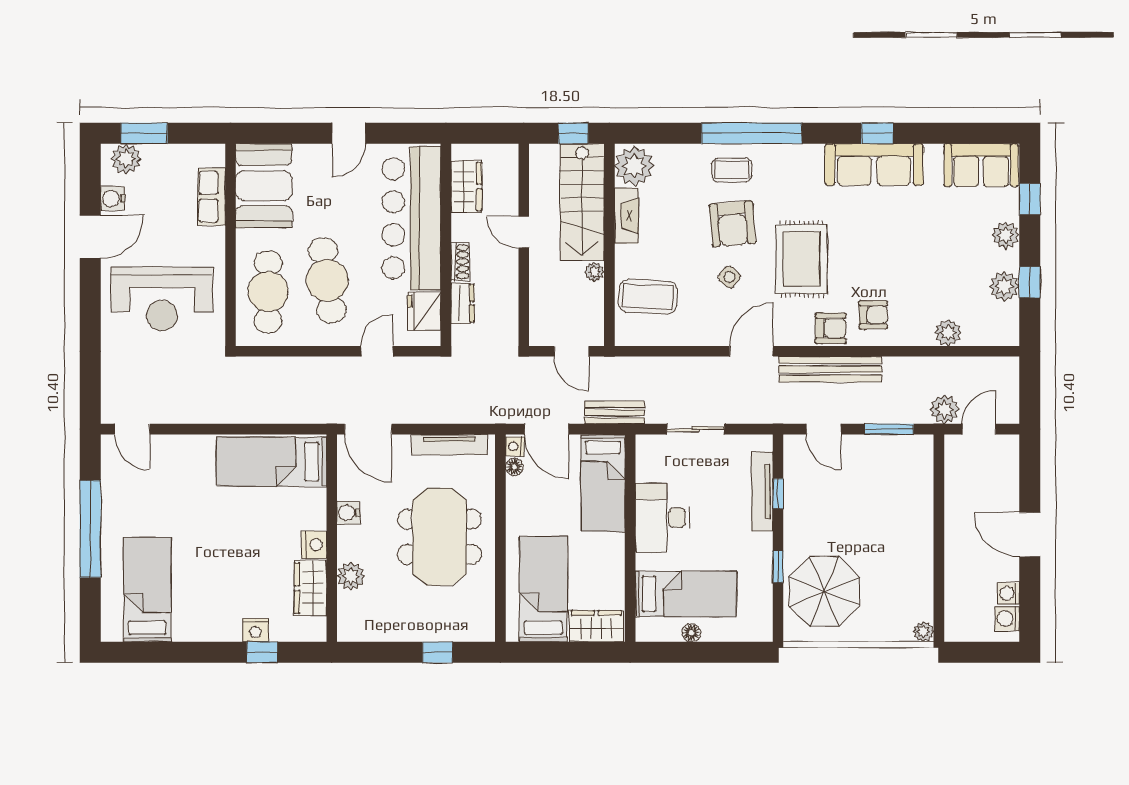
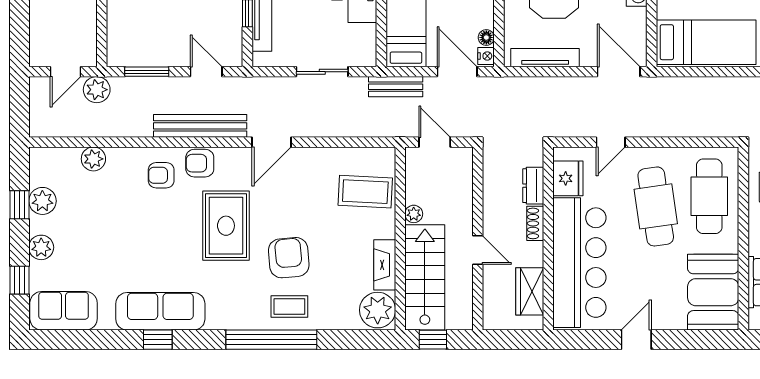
side table: (729, 277) -> (292, 210), removed

